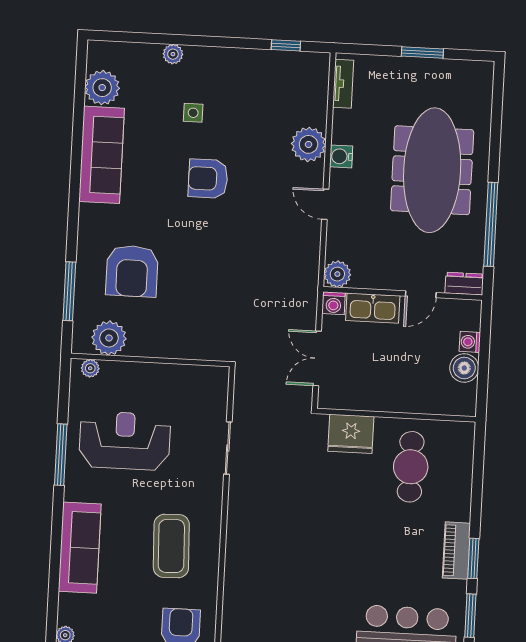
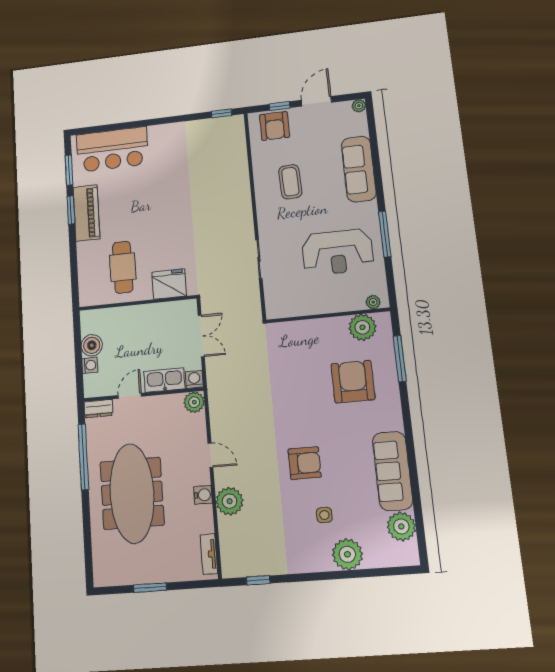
plant: (173, 54) -> (347, 554), width x1.88, depth x1.88
coffee table: (171, 546) -> (290, 182), width x0.73, depth x0.76
piano: (456, 551) -> (86, 213), width x1.37, depth x1.33

